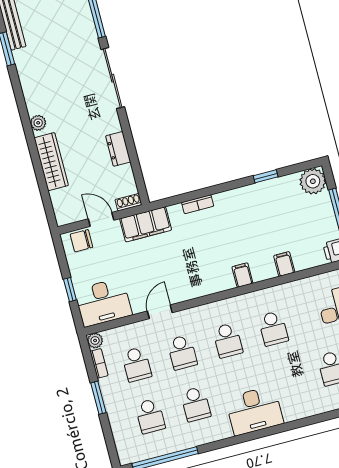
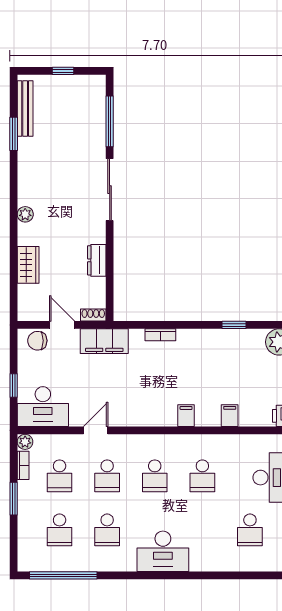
wardrobe: (51, 162) -> (28, 265), width x0.67

